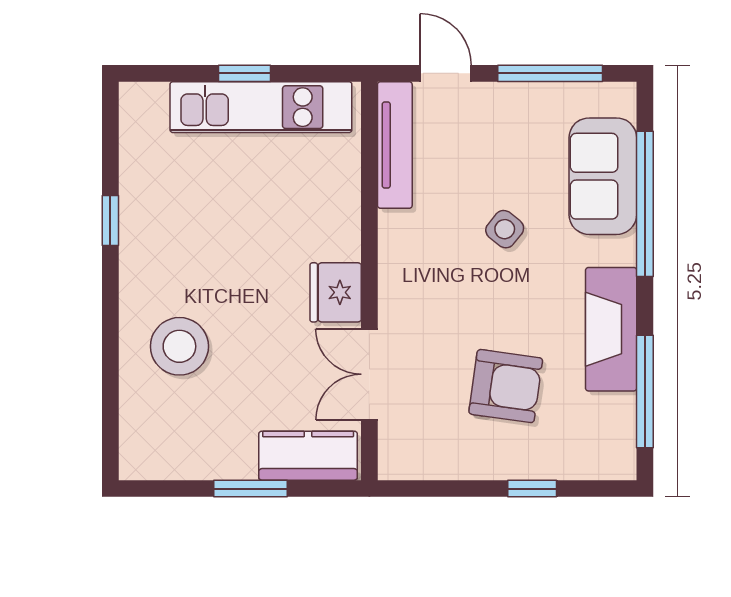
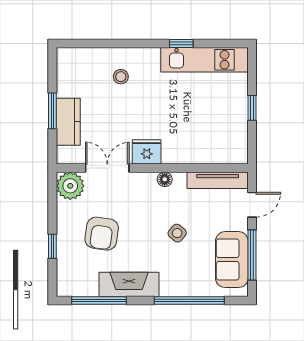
kitchen unit: (261, 107) -> (204, 60), moved, turned -90
sofa: (603, 176) -> (232, 260), moved, turned -90
floor lamp: (393, 255) -> (165, 179), added
stool: (179, 346) -> (121, 77), width x0.53, depth x0.53
plant: (406, 451) -> (70, 186), added
kitchen counter: (308, 456) -> (68, 122), moved

